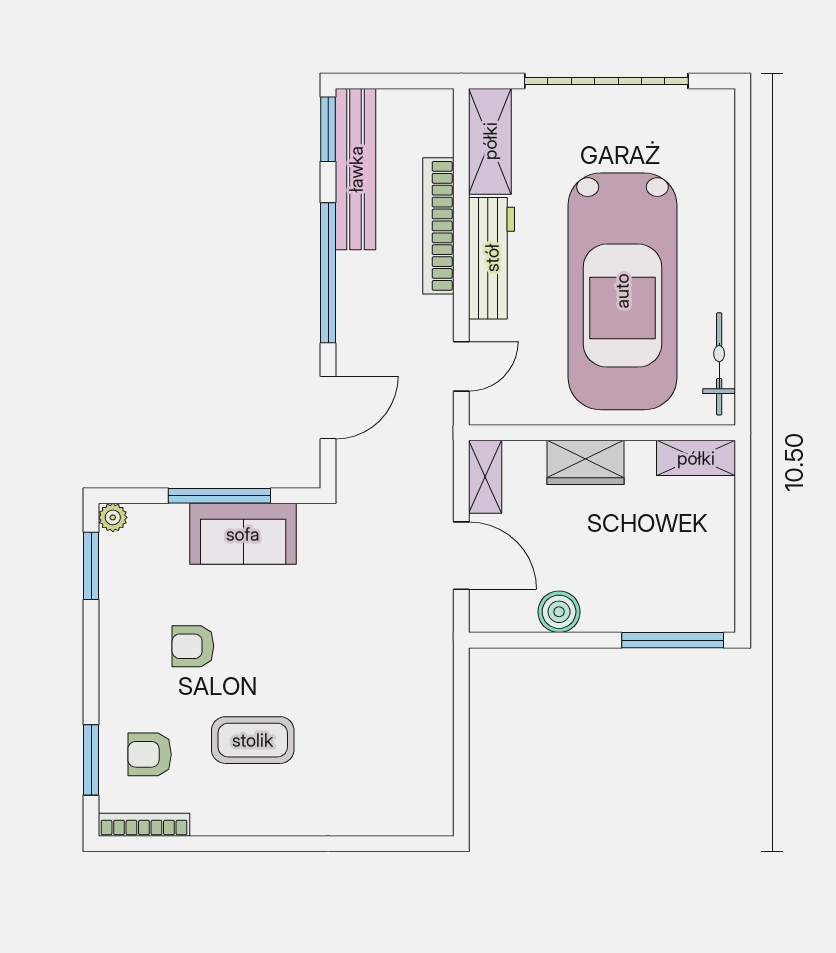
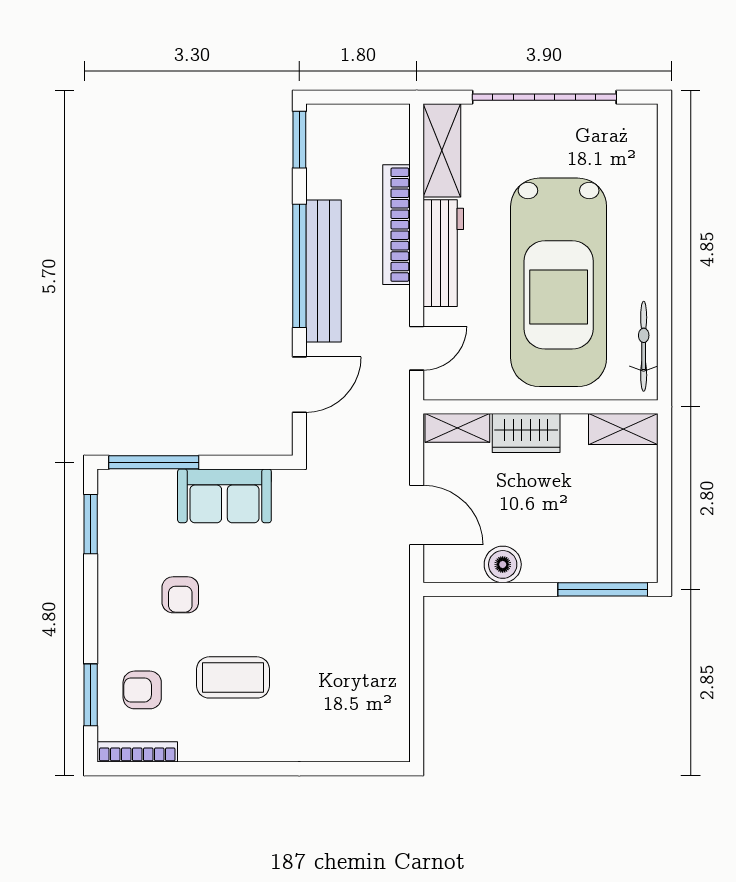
bench: (356, 169) -> (324, 271), moved
shelving: (485, 477) -> (457, 428), moved, turned 90
window: (219, 496) -> (154, 462), moved
plant: (113, 517) -> (110, 481), removed
armchair: (193, 646) -> (180, 595), turned -90

